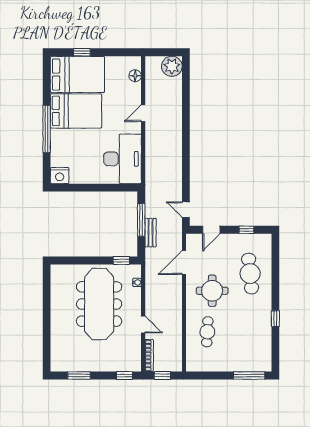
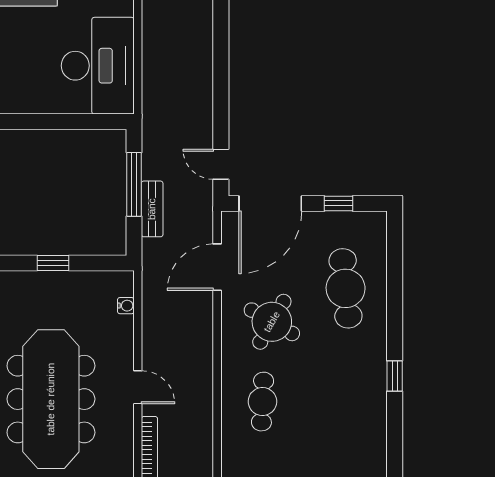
door: (211, 230) -> (270, 203), width x1.87
window: (121, 260) -> (53, 263), moved
round table: (212, 291) -> (272, 322), turned 30
meeting table: (99, 304) -> (51, 399), moved

